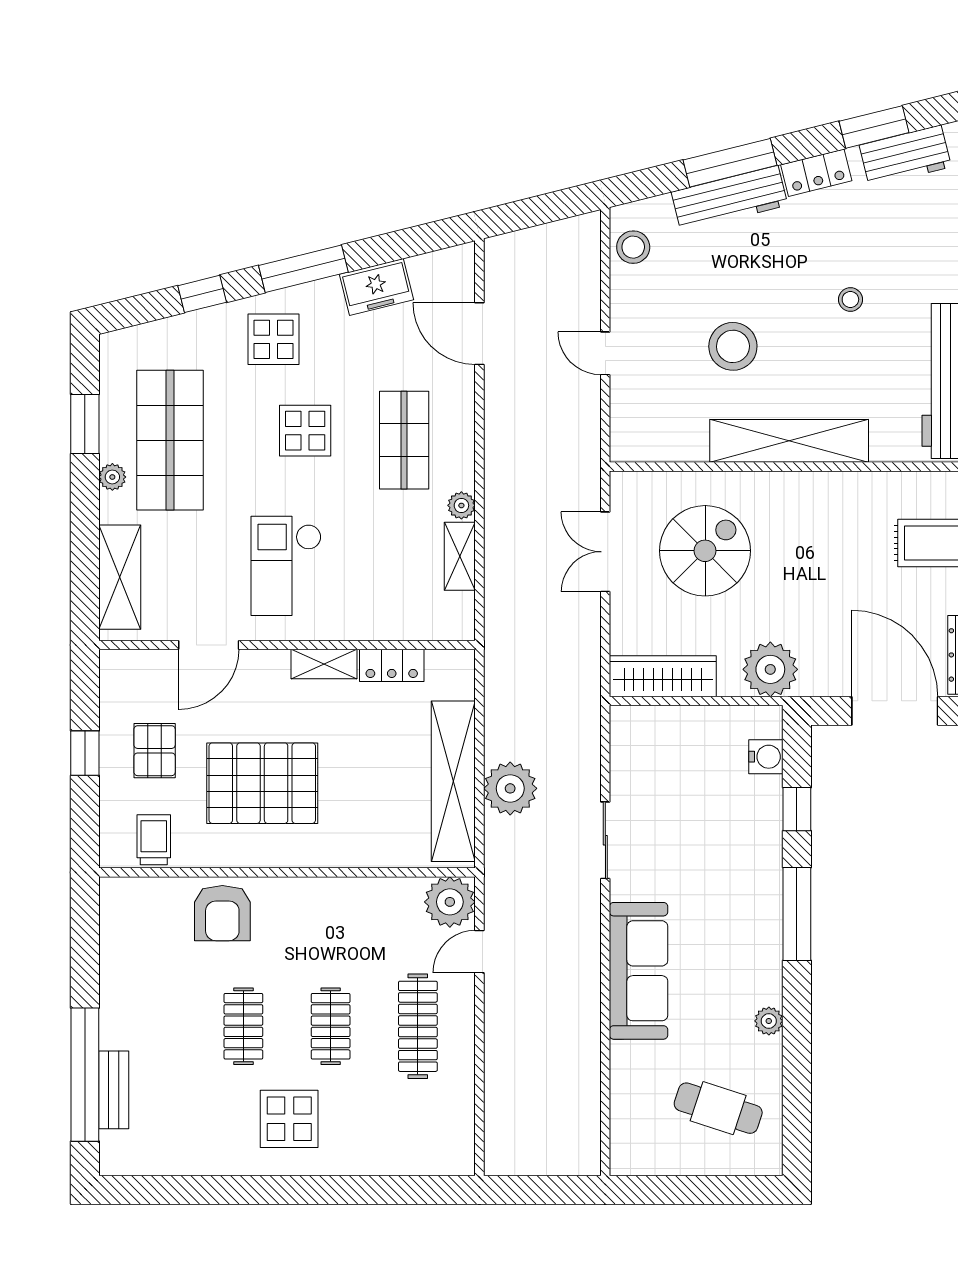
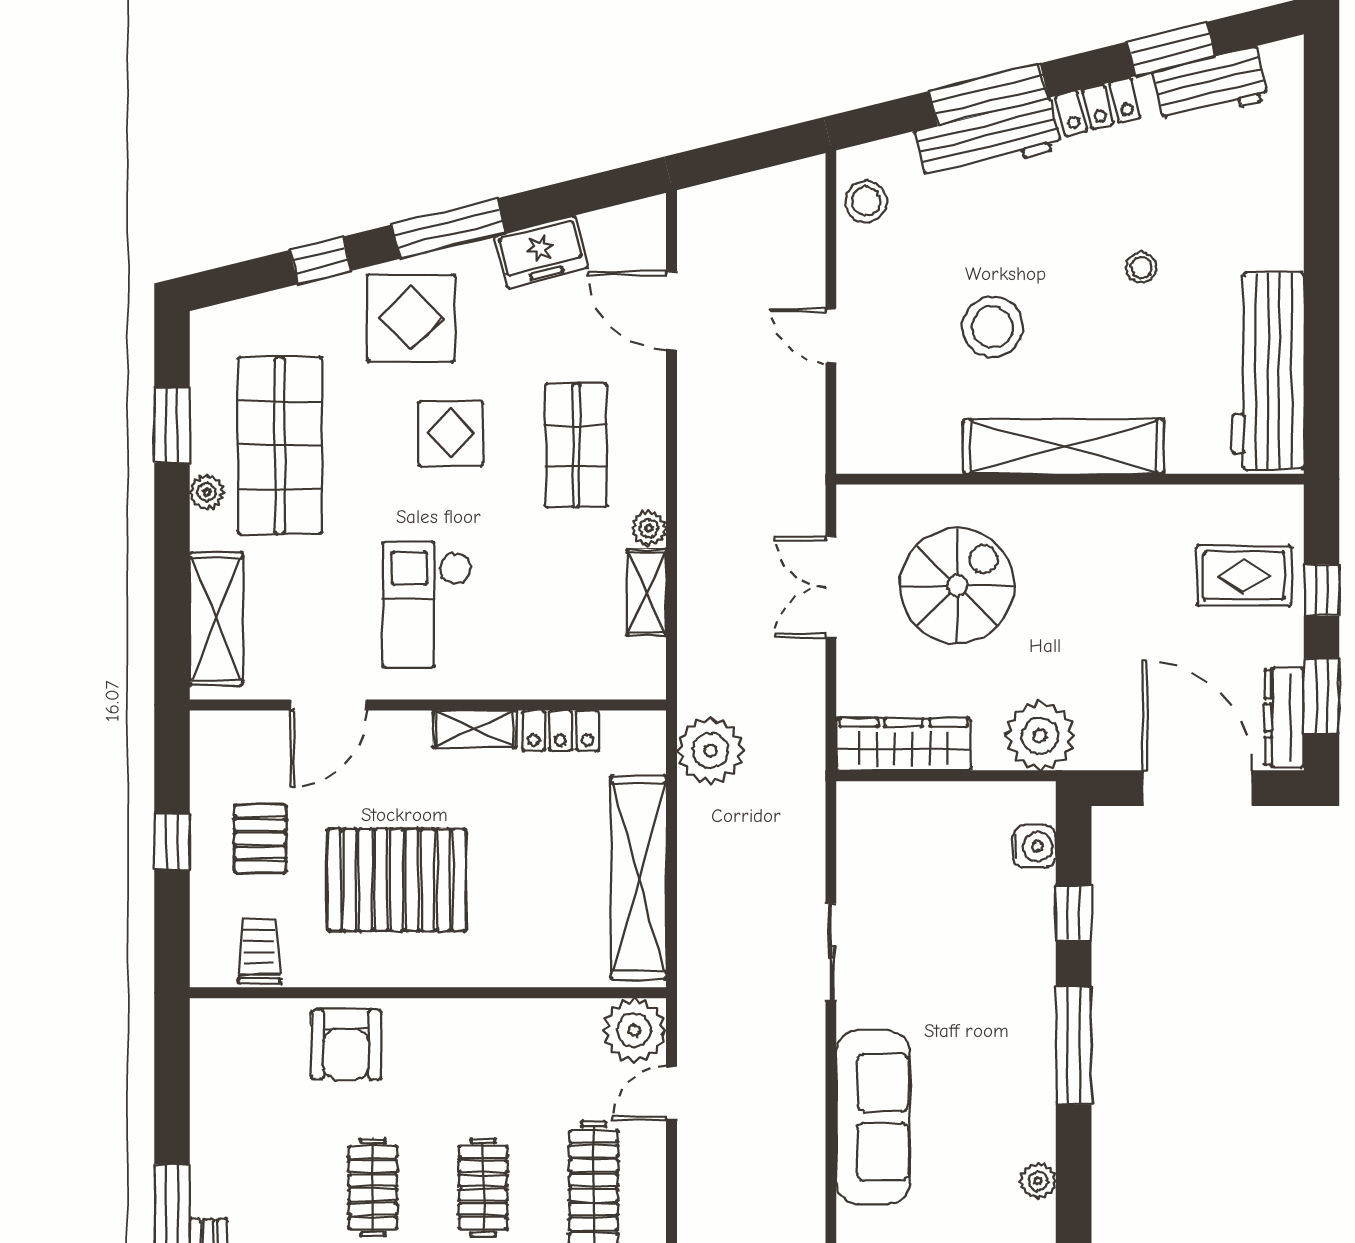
display table: (273, 339) -> (411, 318), width x1.36, depth x1.36
plant: (510, 788) -> (710, 751), moved

